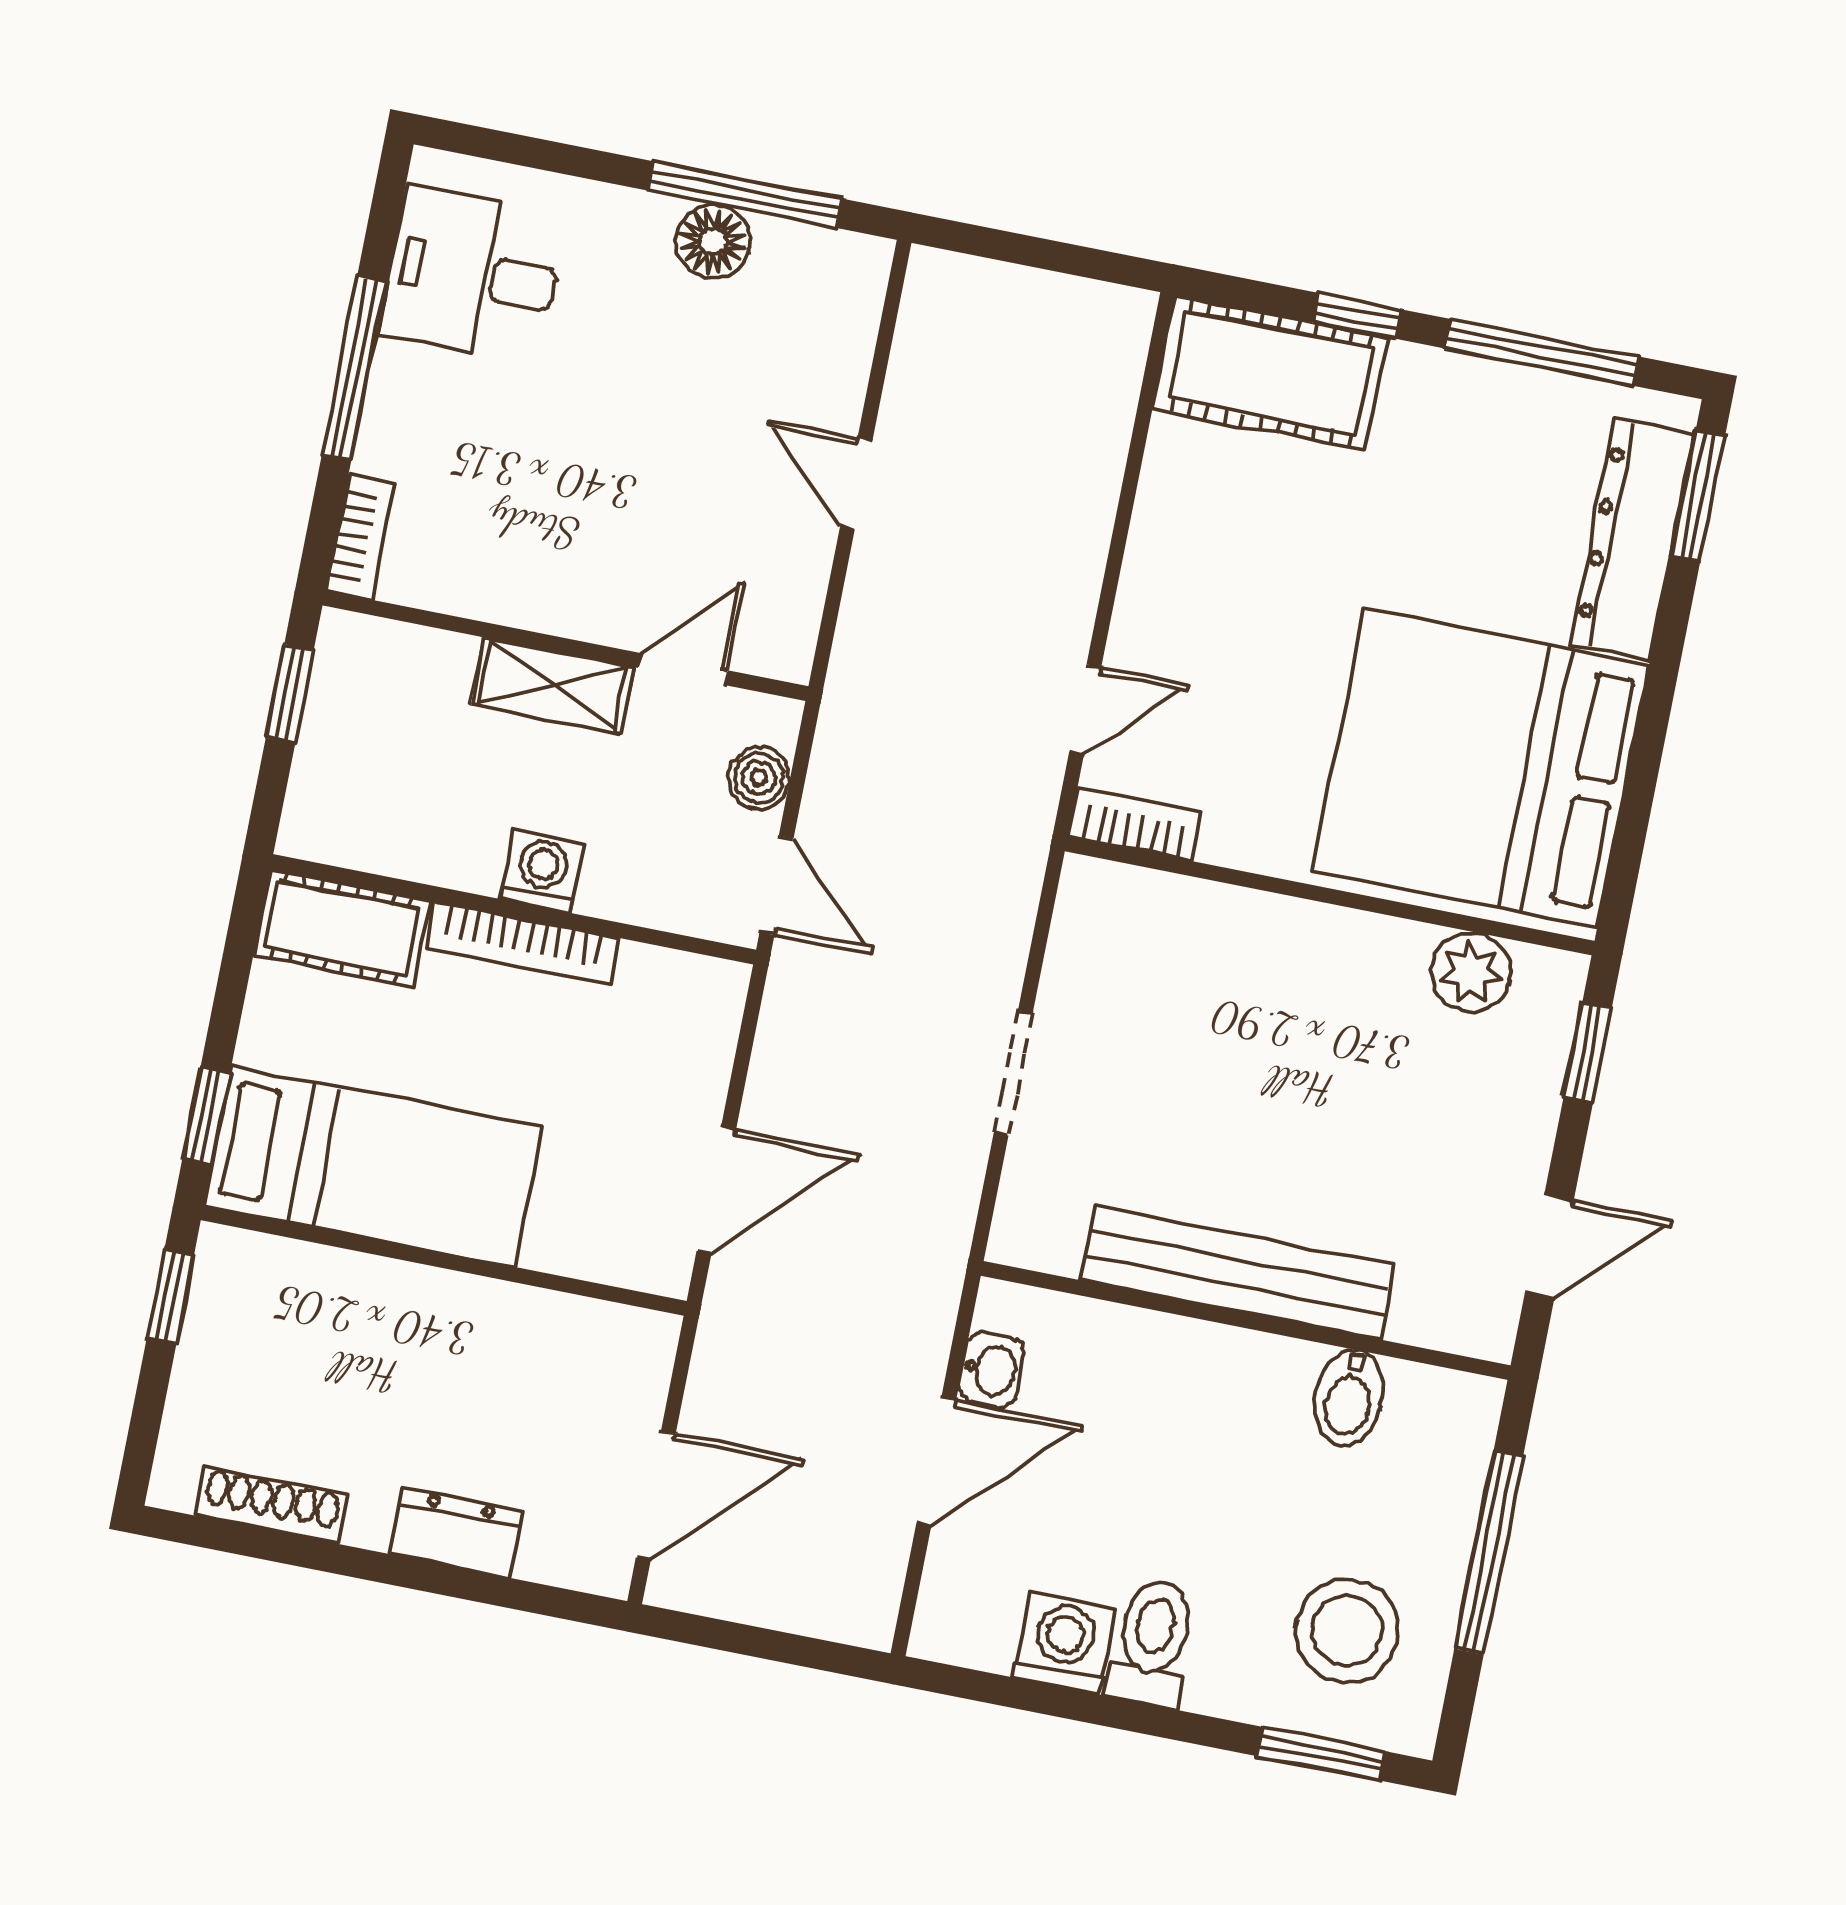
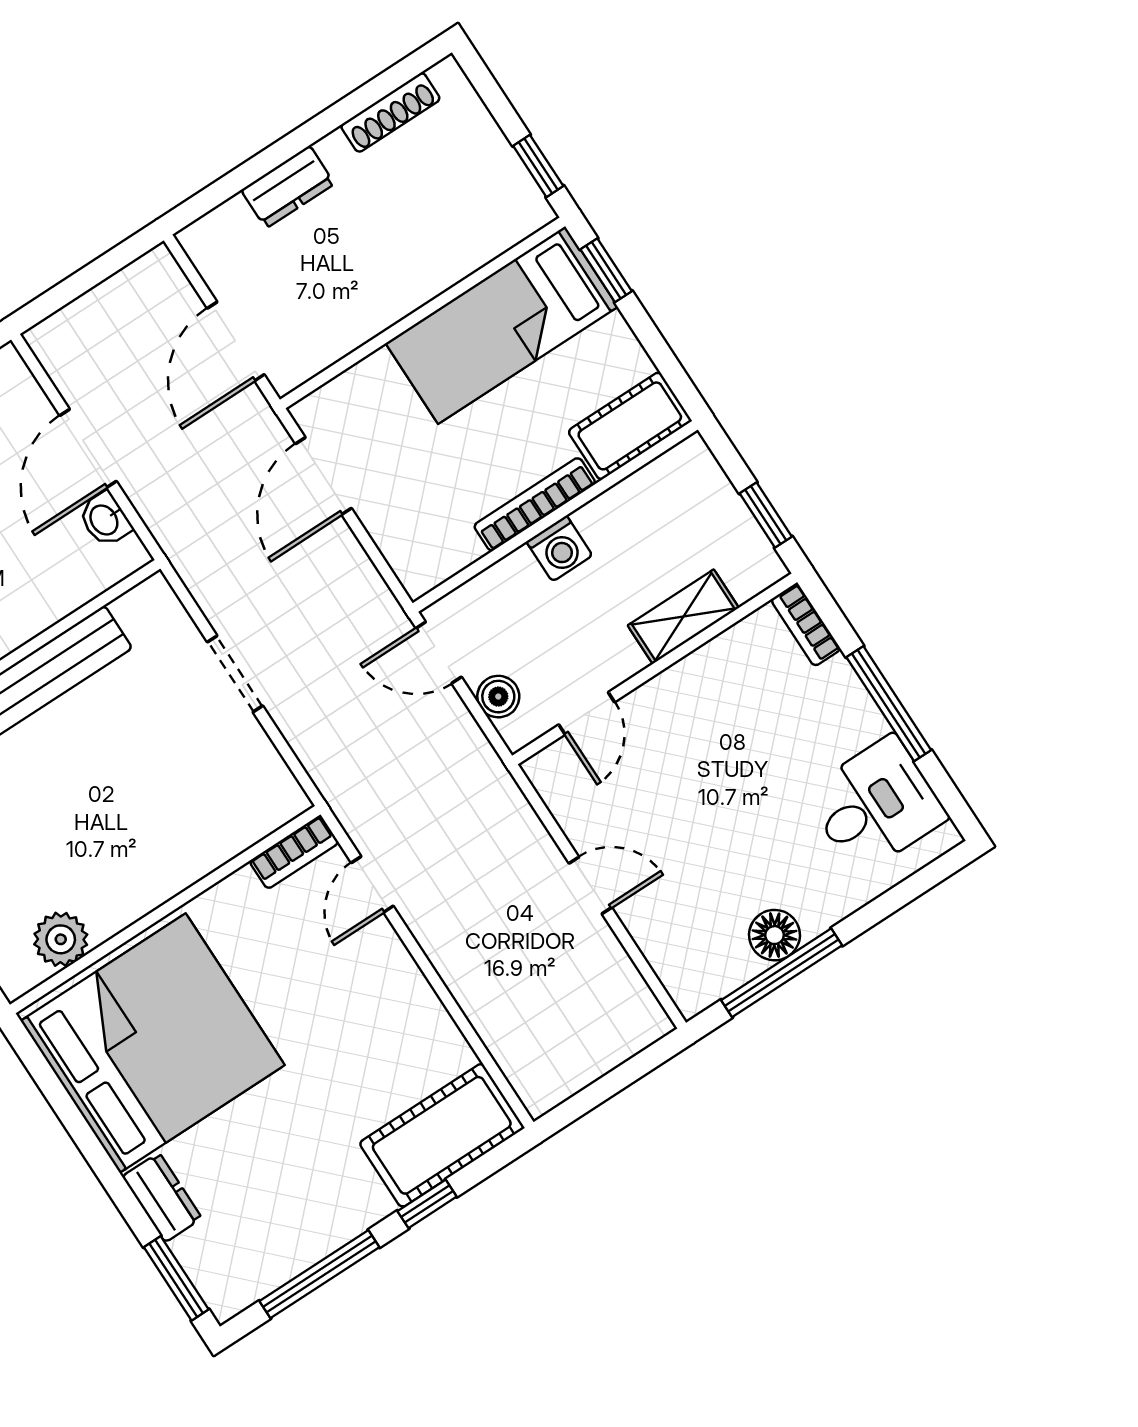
dresser: (1633, 539) -> (162, 1197), width x0.51, depth x0.80
shelving: (552, 686) -> (683, 617), moved
door: (656, 1495) -> (236, 341), moved

